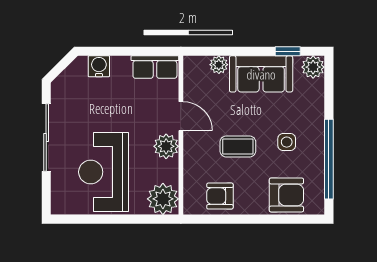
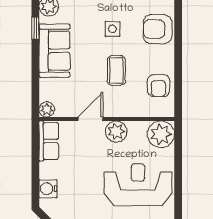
plant: (219, 65) -> (47, 109), moved
reception desk: (104, 172) -> (138, 185), turned 180
armchair: (286, 195) -> (158, 29), turned -90

